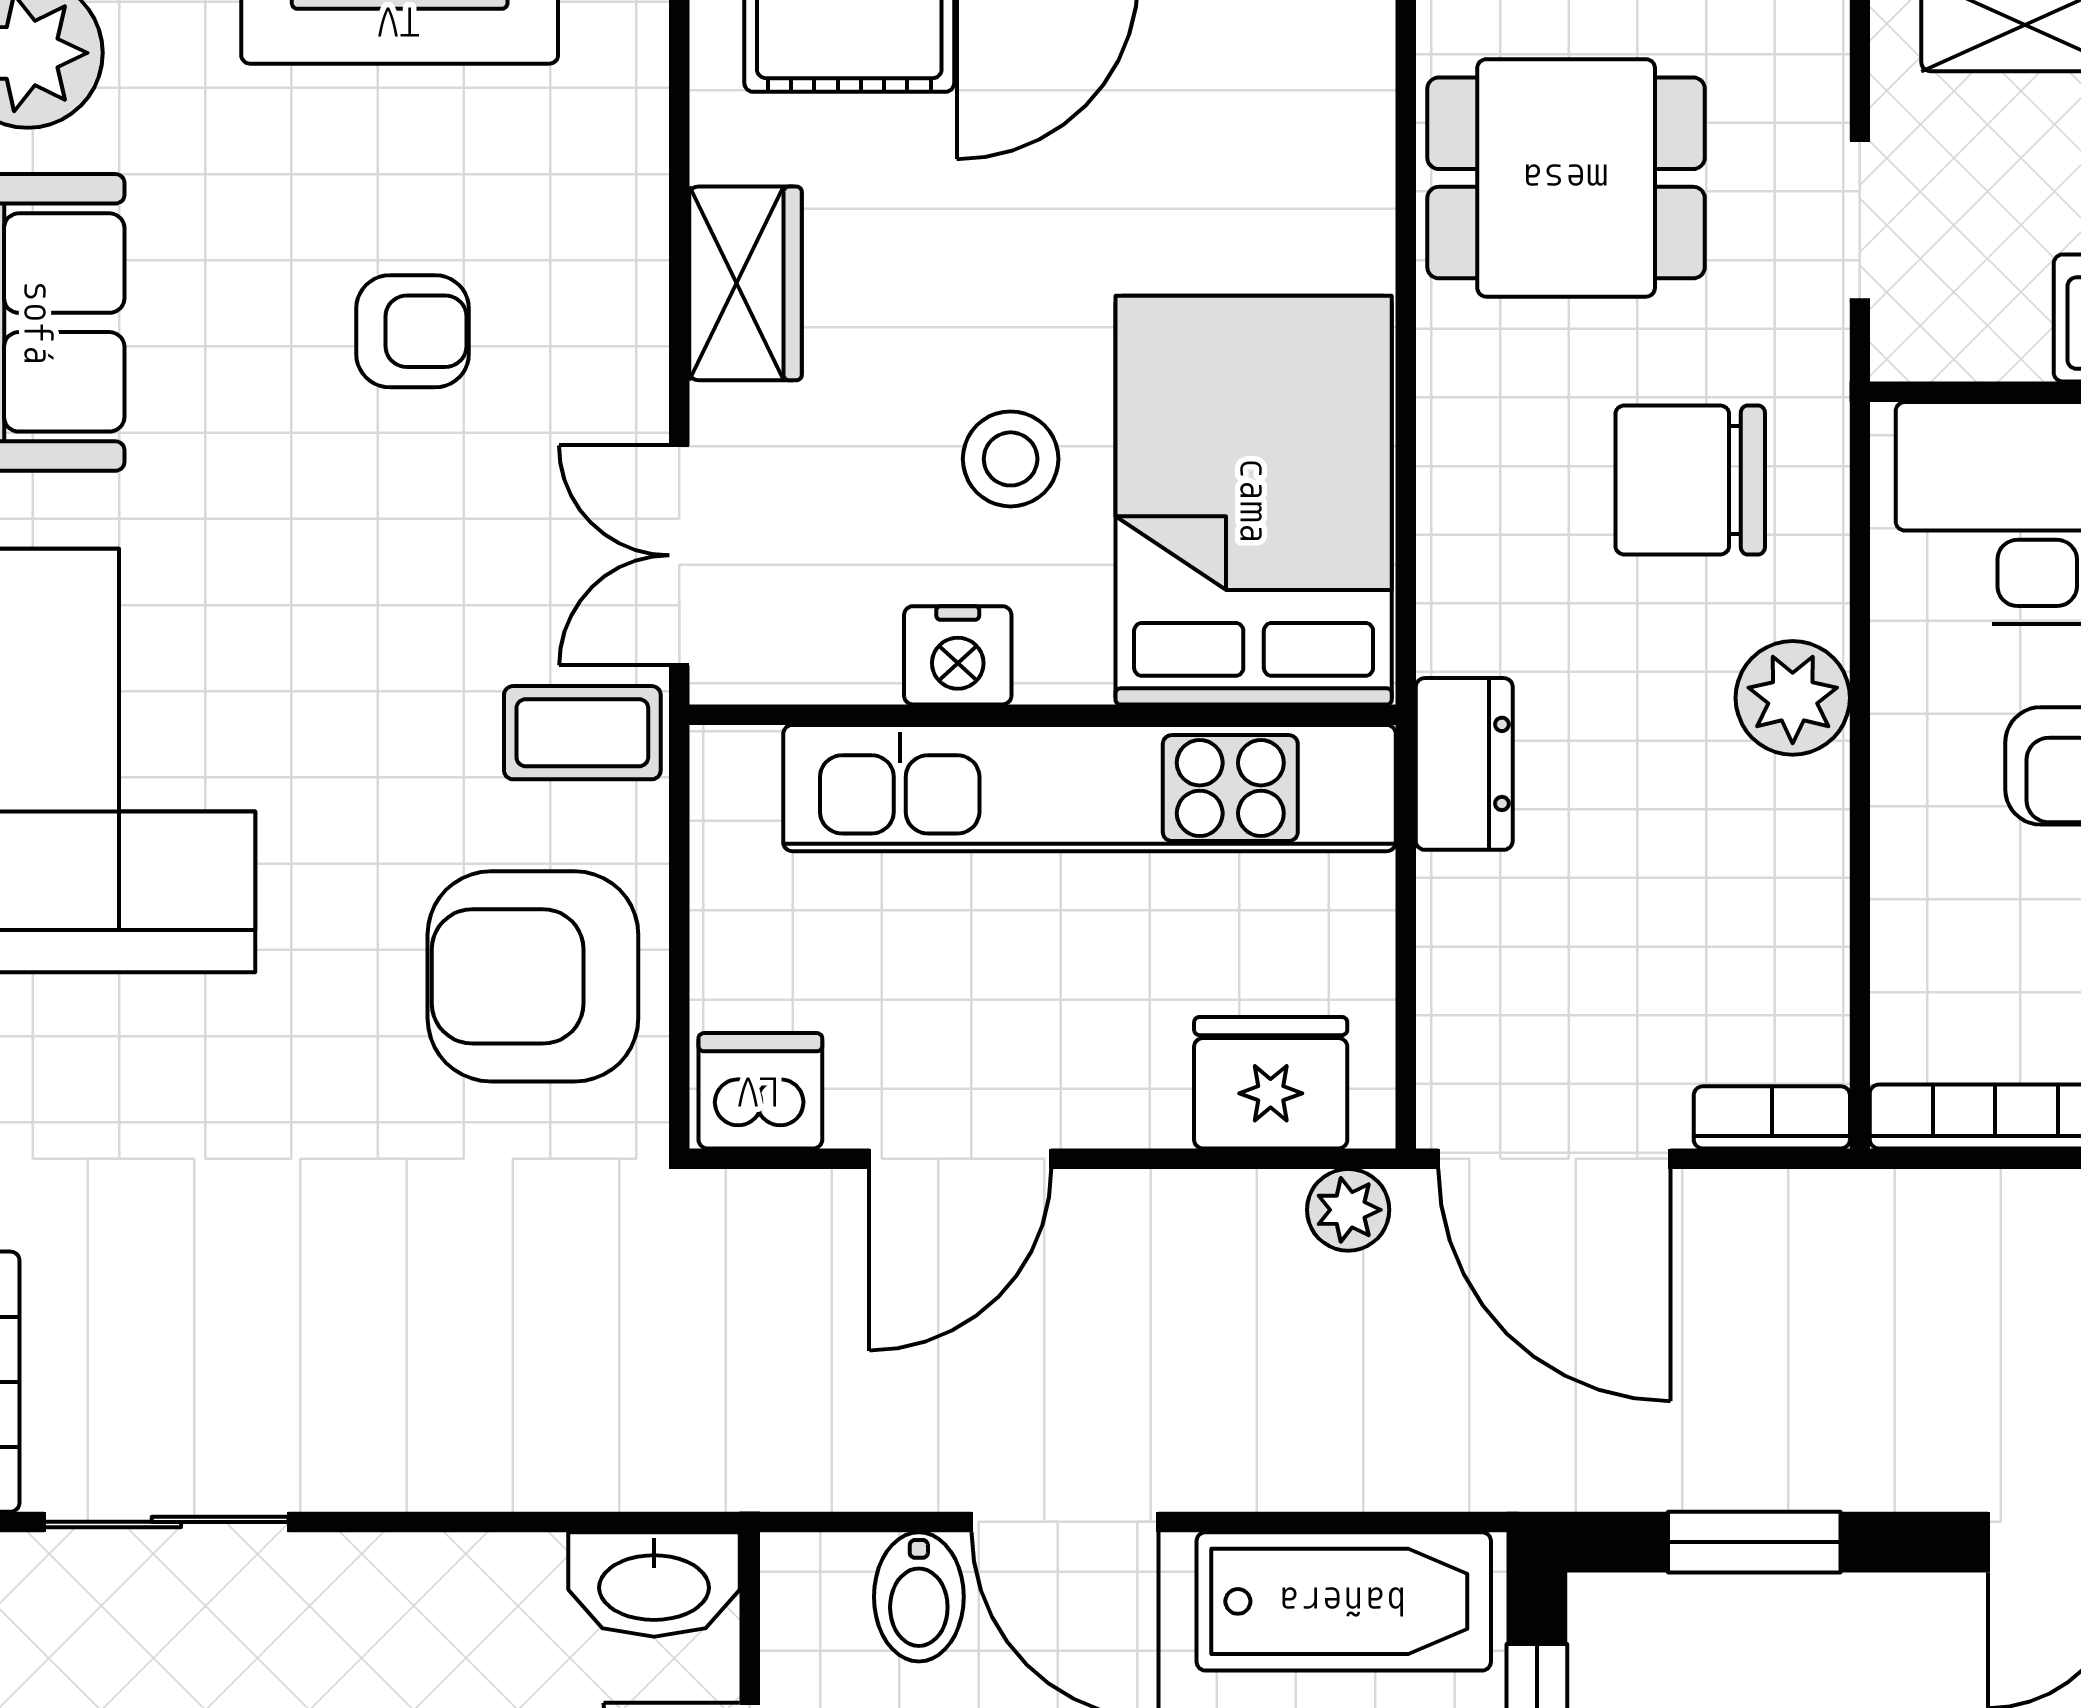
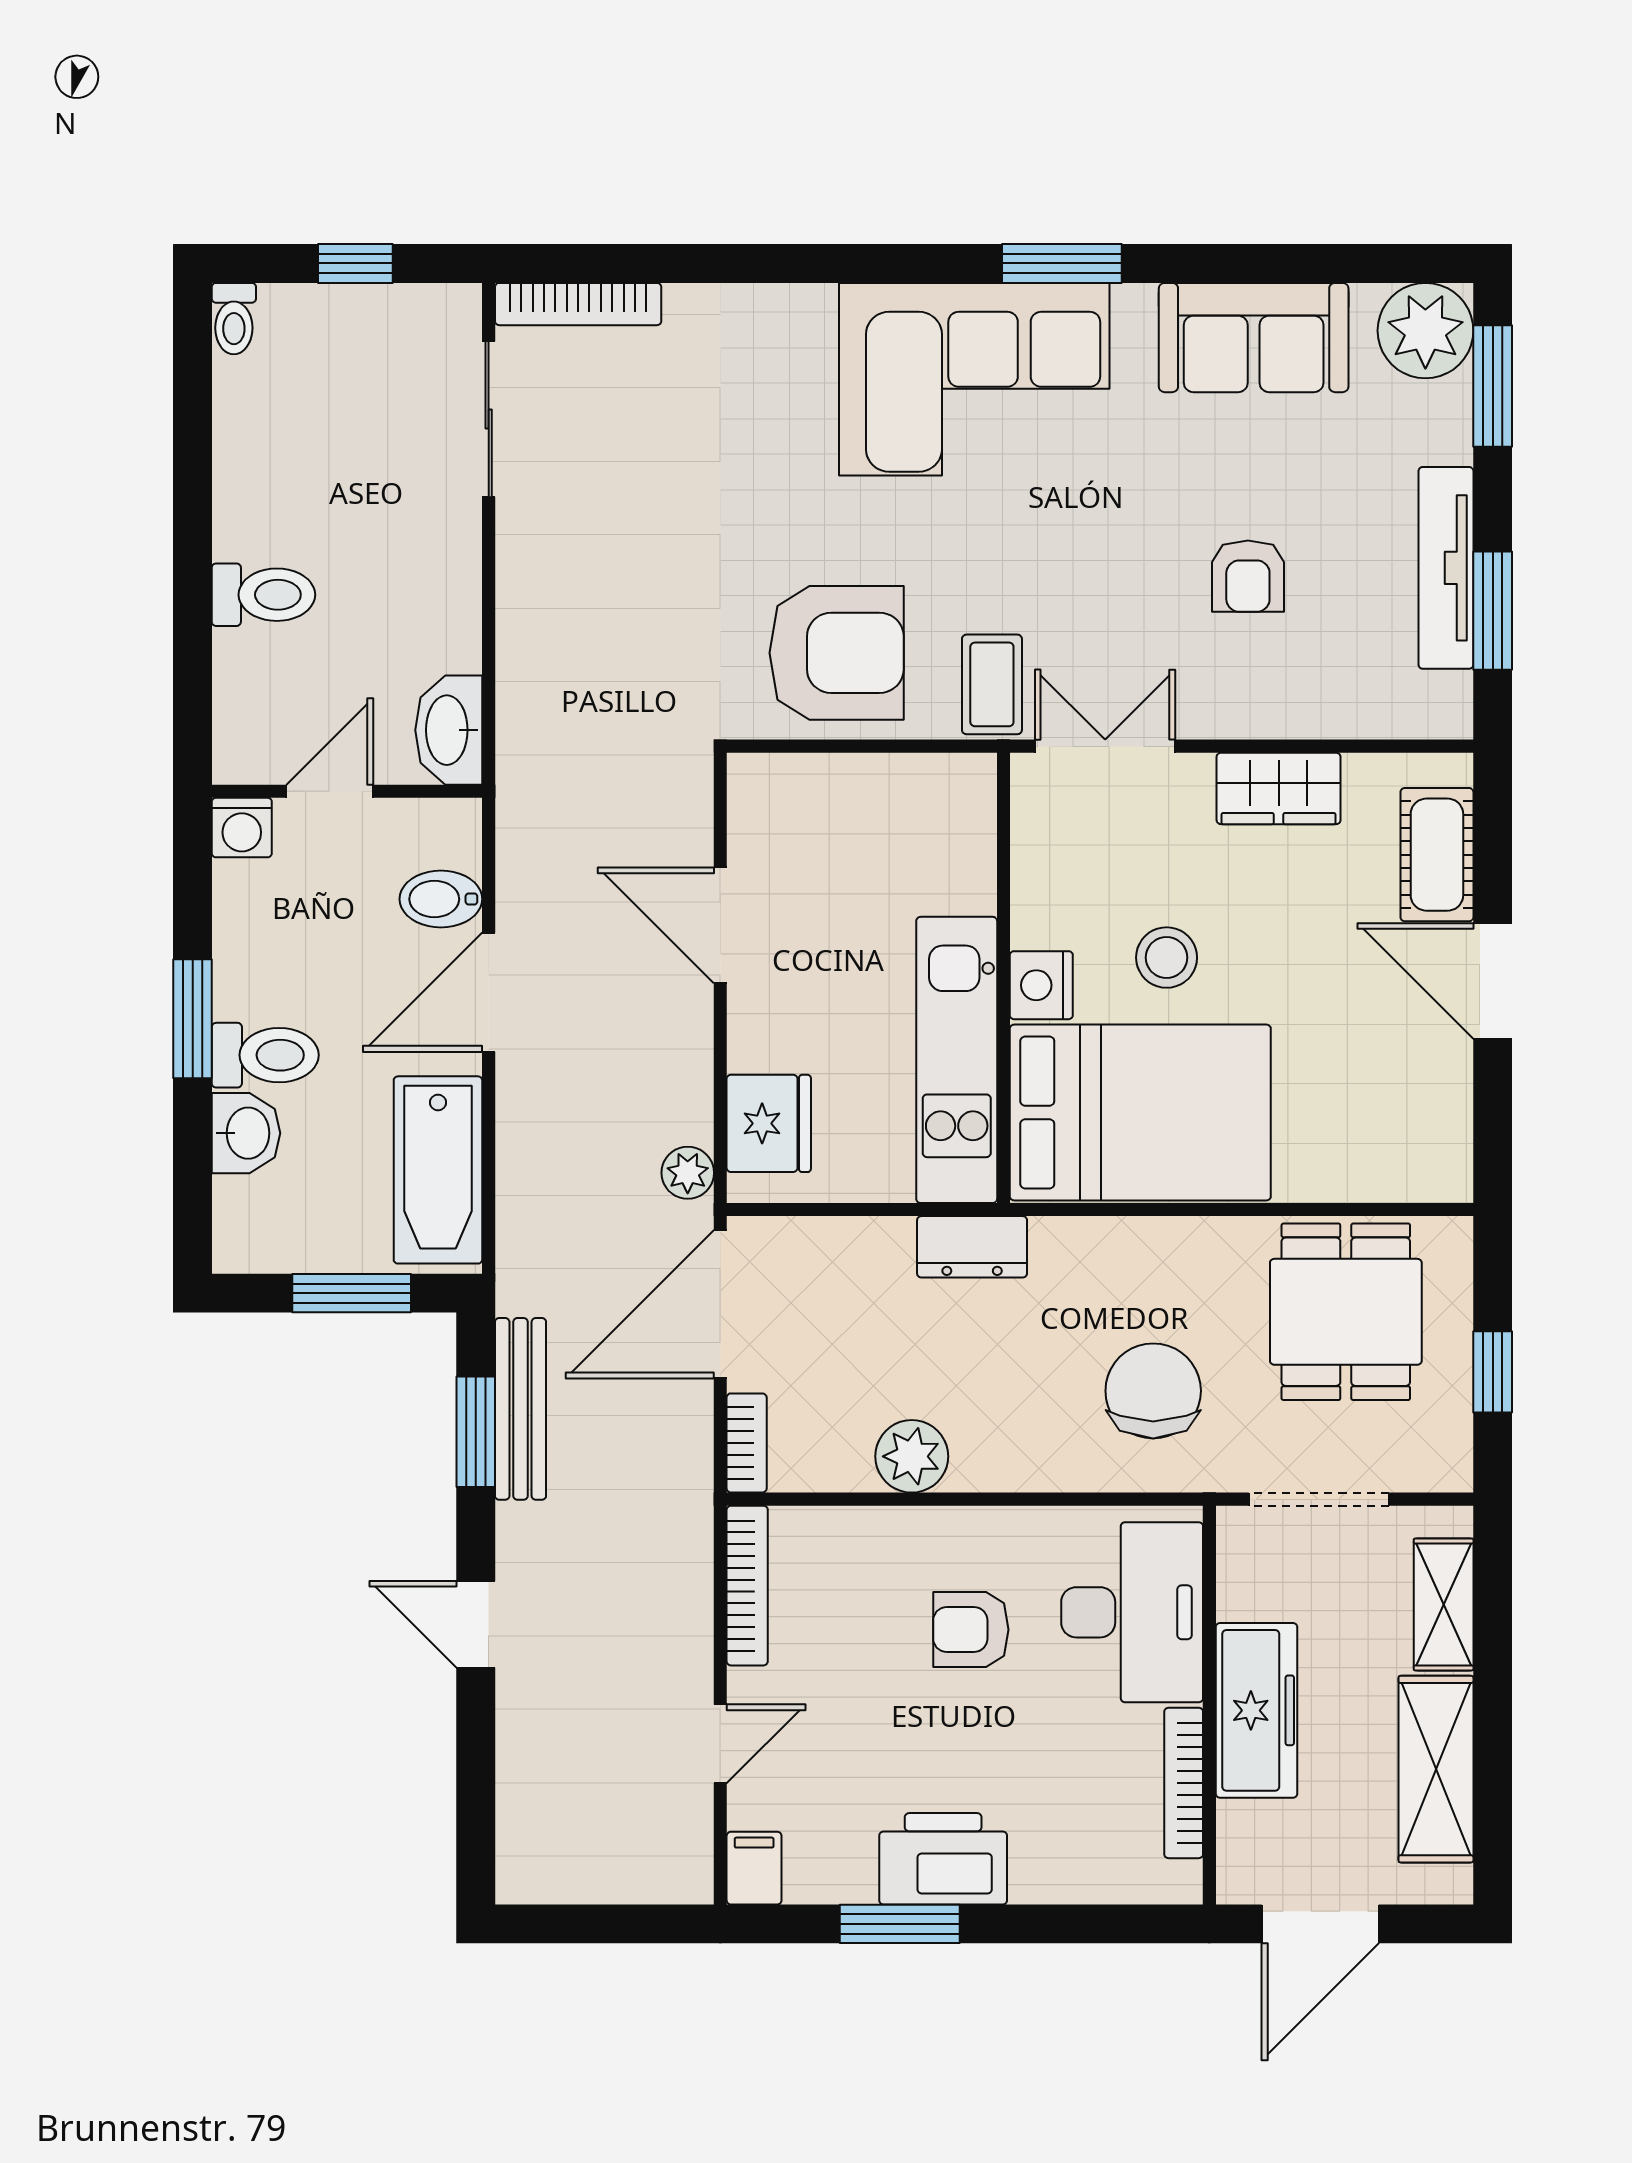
doorway: (1860, 220) -> (1319, 1499), width x1.38
nightstand: (958, 655) -> (1041, 985), moved
plant: (1793, 698) -> (912, 1456), moved
kitchen unit: (1090, 788) -> (957, 1060), width x0.73
armchair: (533, 976) -> (837, 653), turned 90
dishwasher: (760, 1091) -> (764, 798), removed
bench: (1718, 1472) -> (521, 1409), added

